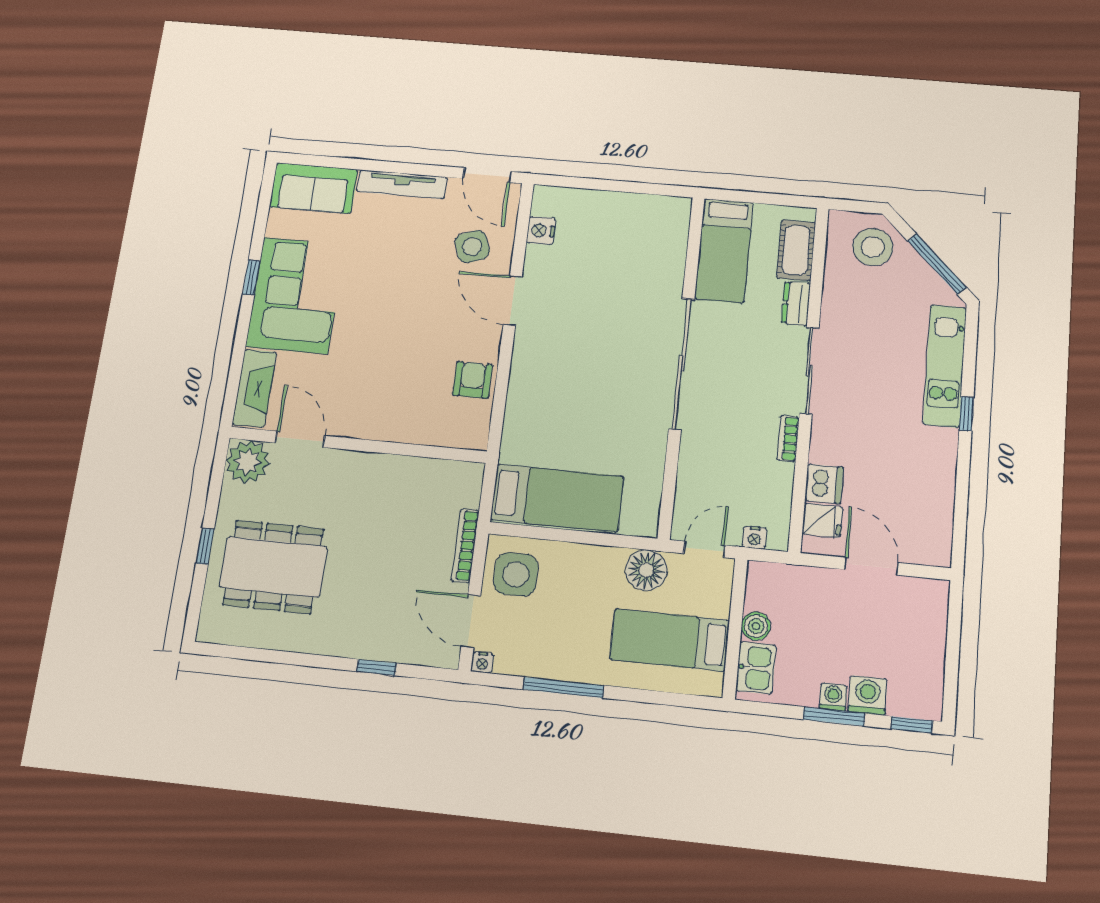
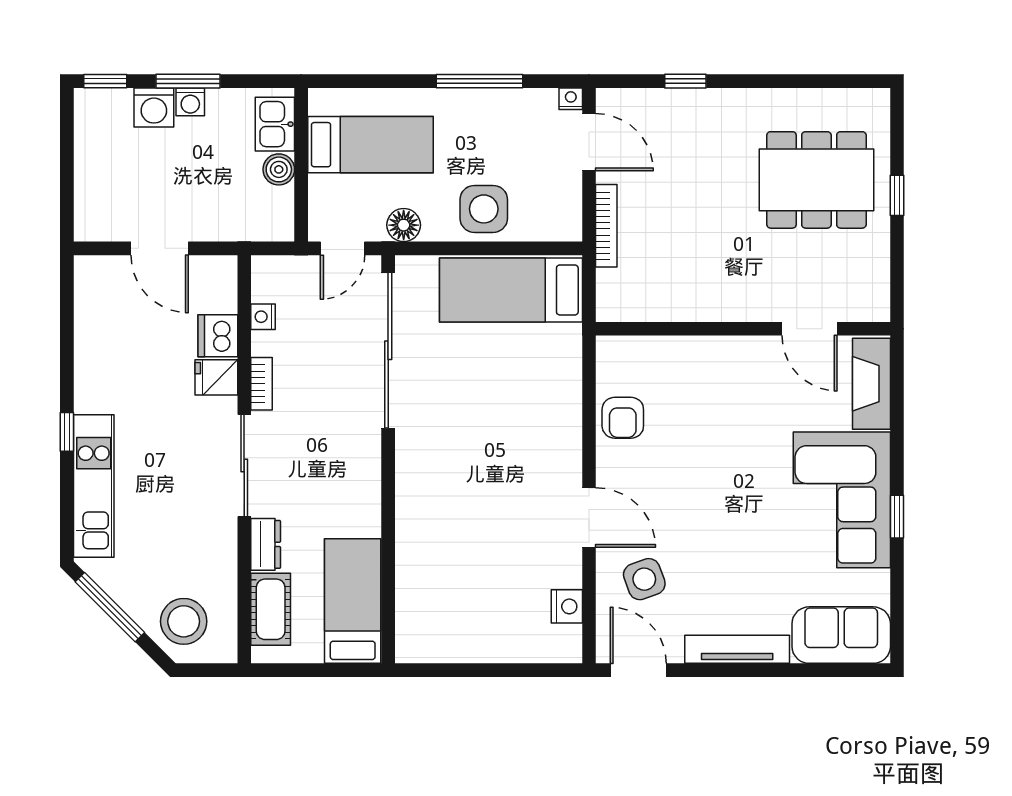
sliding door: (682, 364) -> (388, 350), moved
plant: (248, 462) -> (865, 297), removed
fridge: (822, 520) -> (216, 377), moved
nightstand: (754, 538) -> (263, 317), moved, turned -90
floor lamp: (646, 570) -> (404, 225), width x0.73, depth x0.73
side table: (516, 574) -> (484, 209), moved

